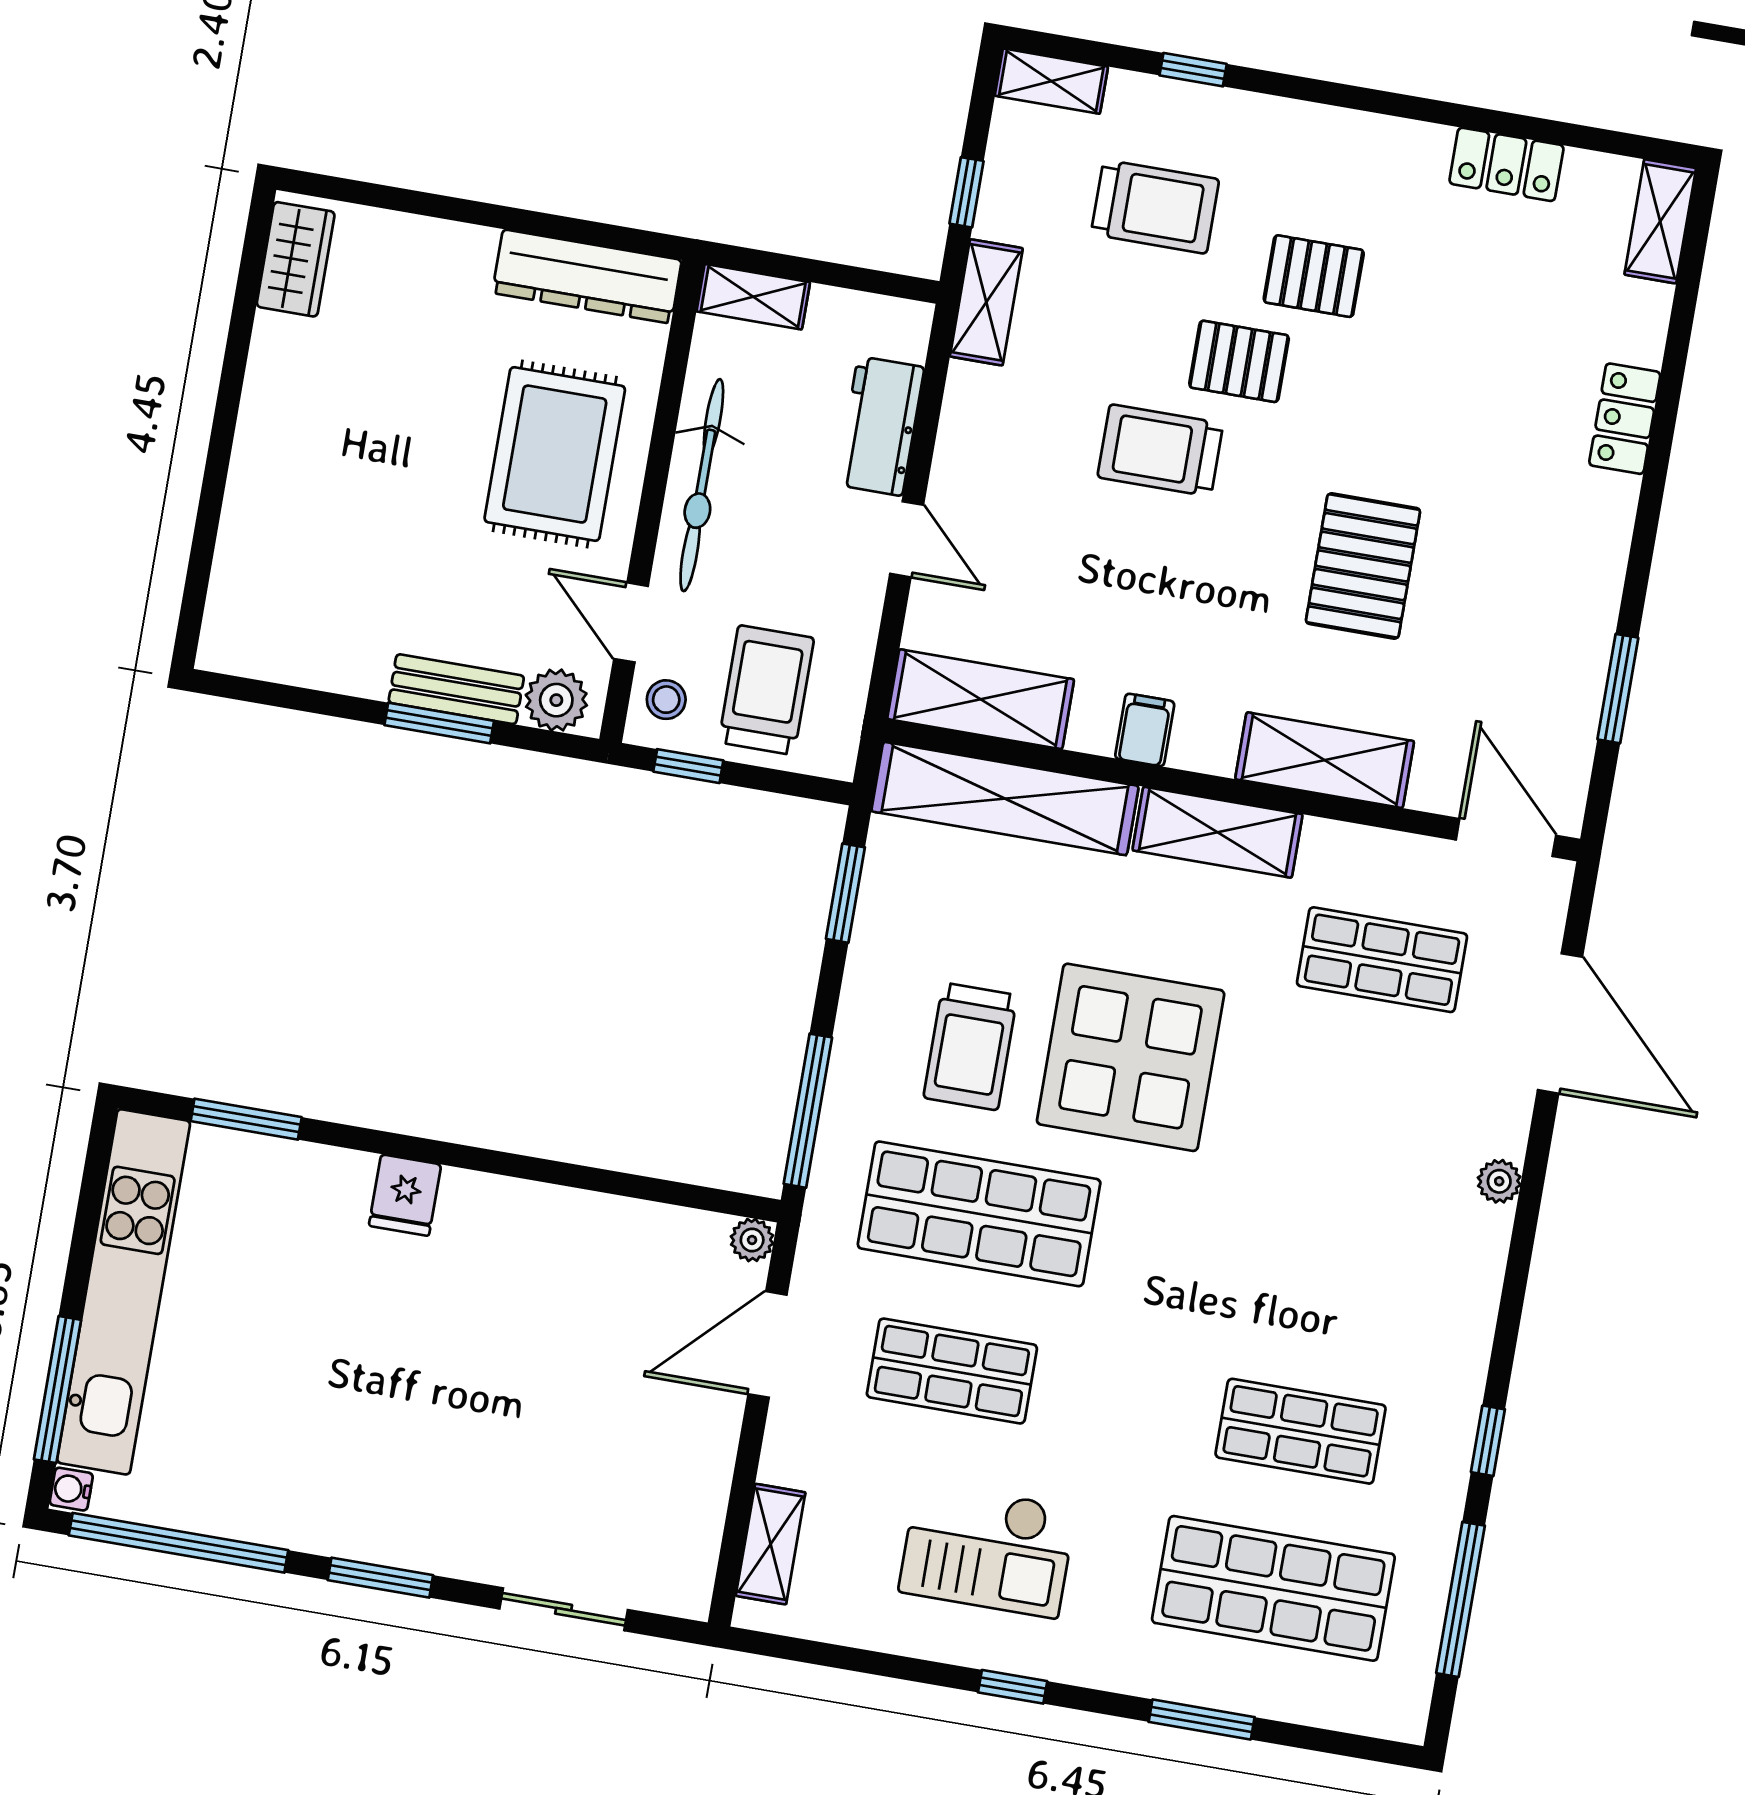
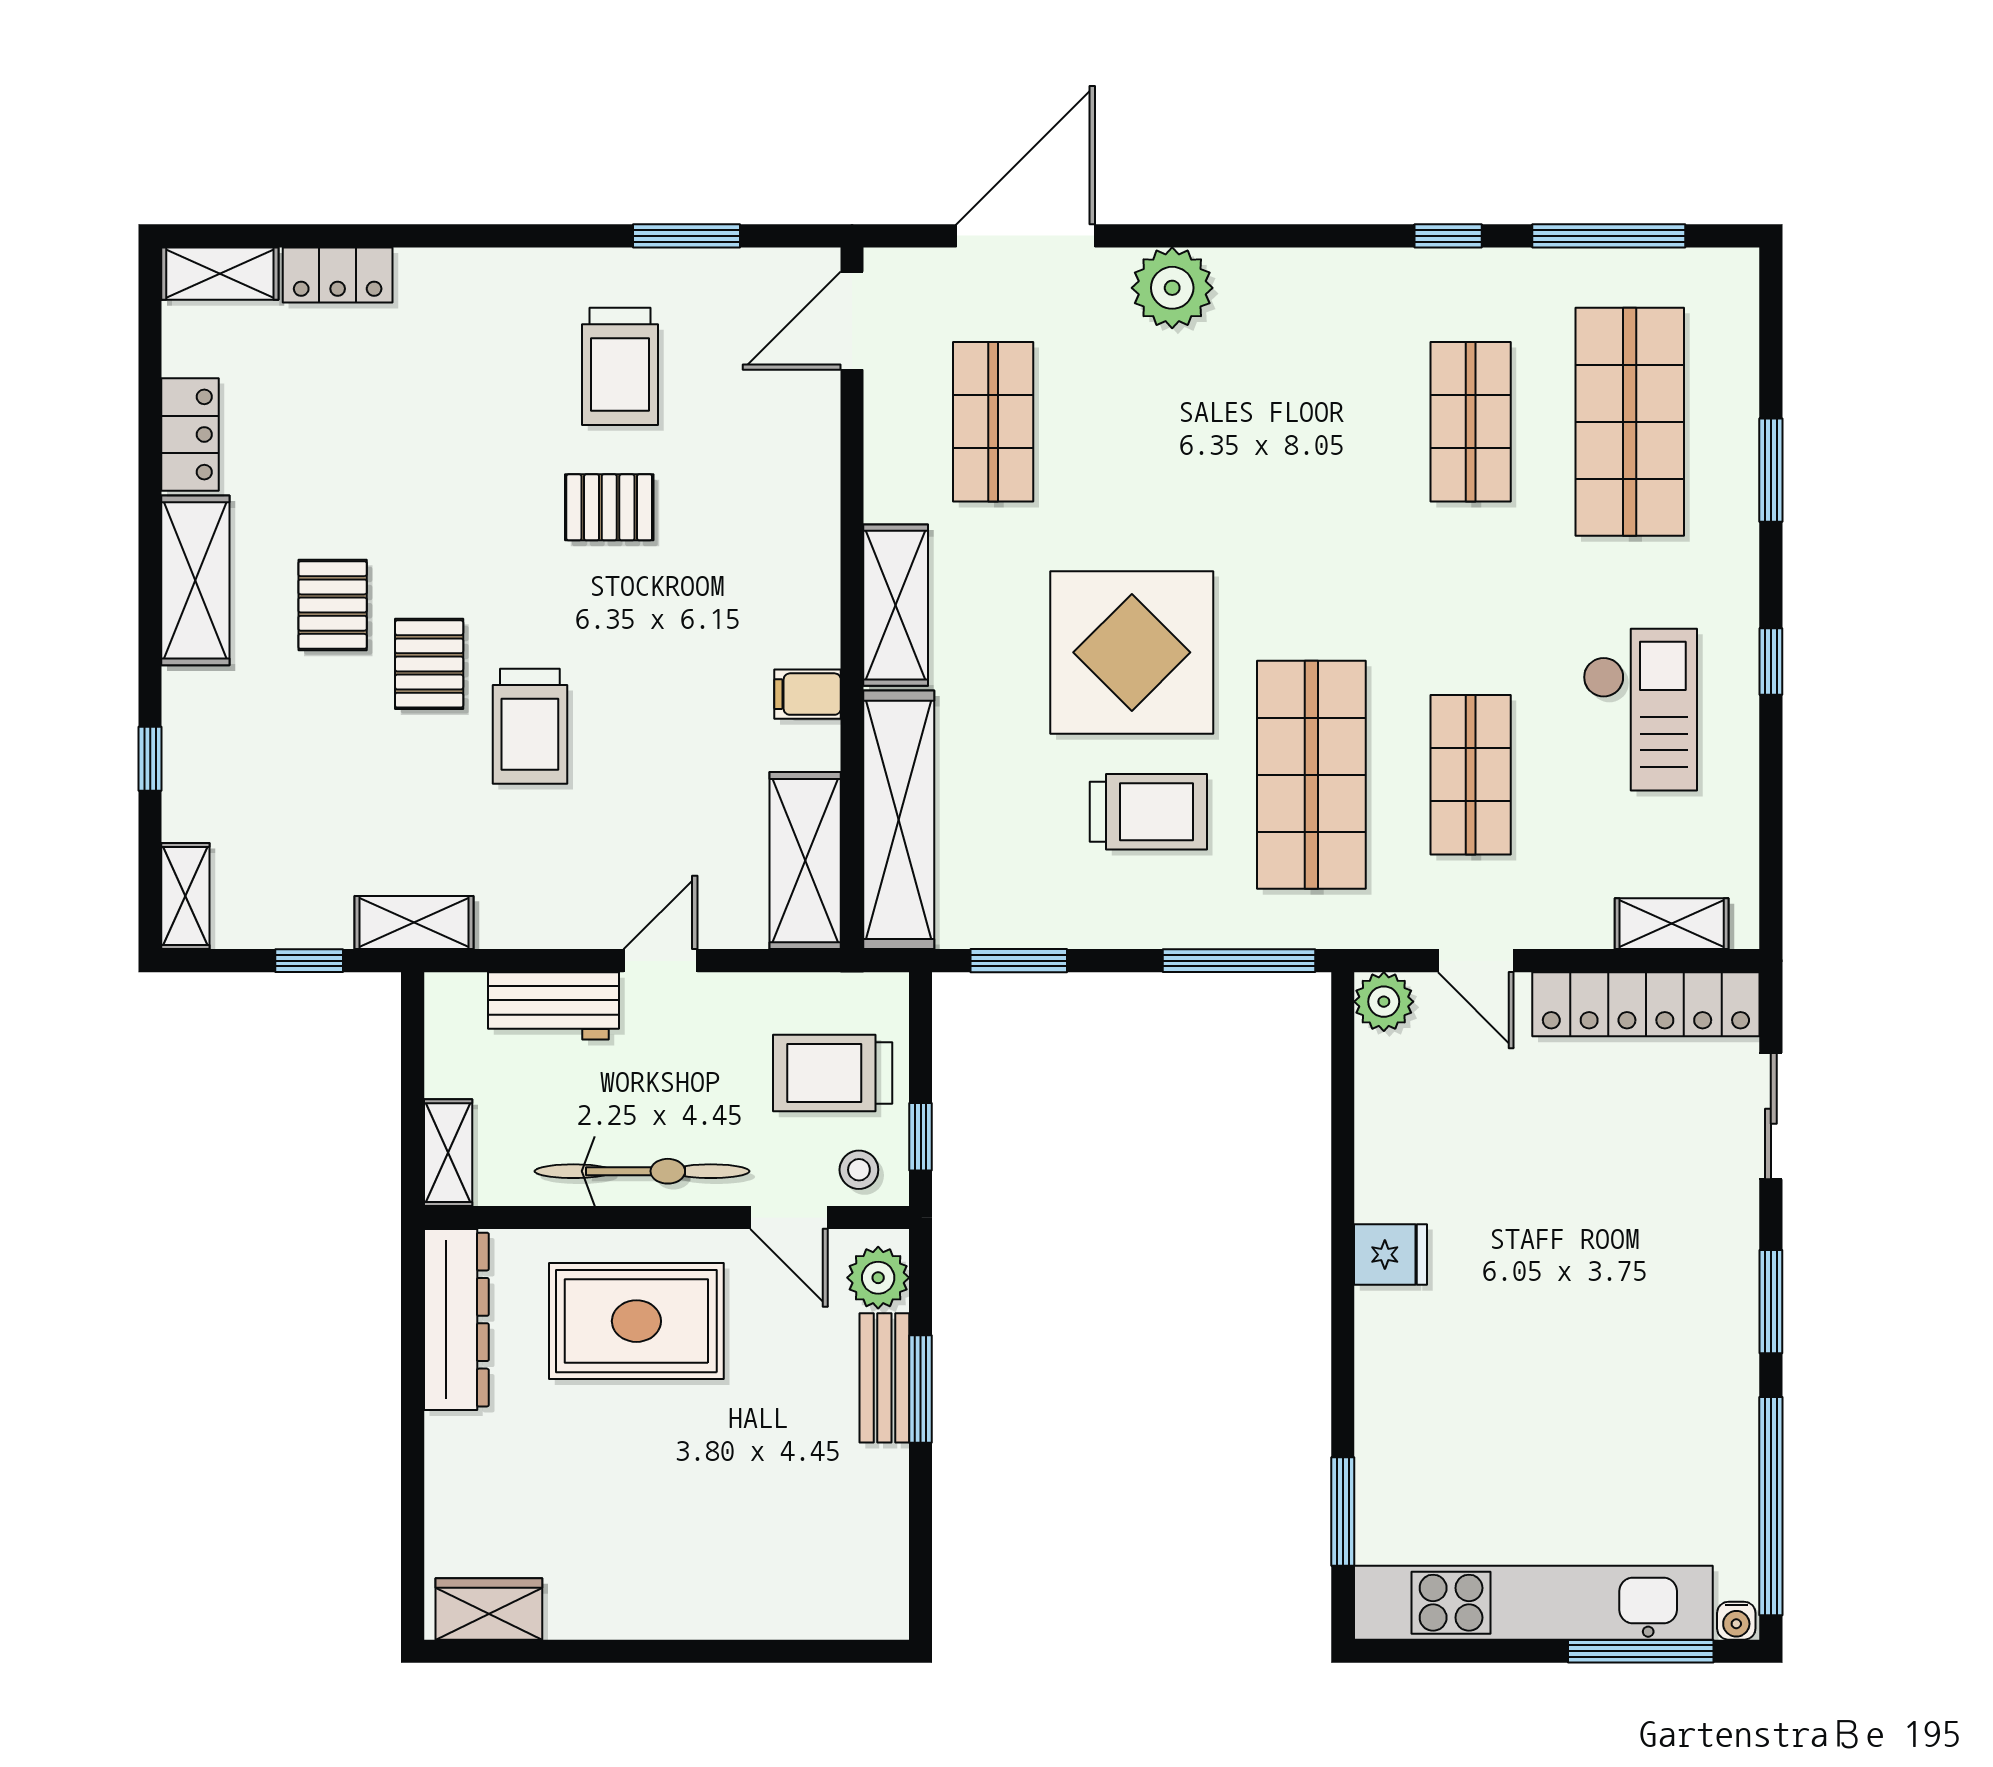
trolley: (1155, 207) -> (620, 366), moved, turned 180
locker: (1625, 419) -> (338, 275), moved
pallet: (1363, 566) -> (609, 507), width x0.67, depth x0.71
door: (631, 622) -> (789, 1217), hinge flipped
shelving: (1325, 760) -> (195, 580), moved
plant: (1499, 1181) -> (1172, 288), width x1.88, depth x1.88
fridge: (405, 1195) -> (1391, 1255), moved
plant: (752, 1240) -> (1384, 1002), width x1.38, depth x1.38
door: (767, 1344) -> (1476, 961), width x0.73
locker: (695, 1505) -> (1646, 1004), added

